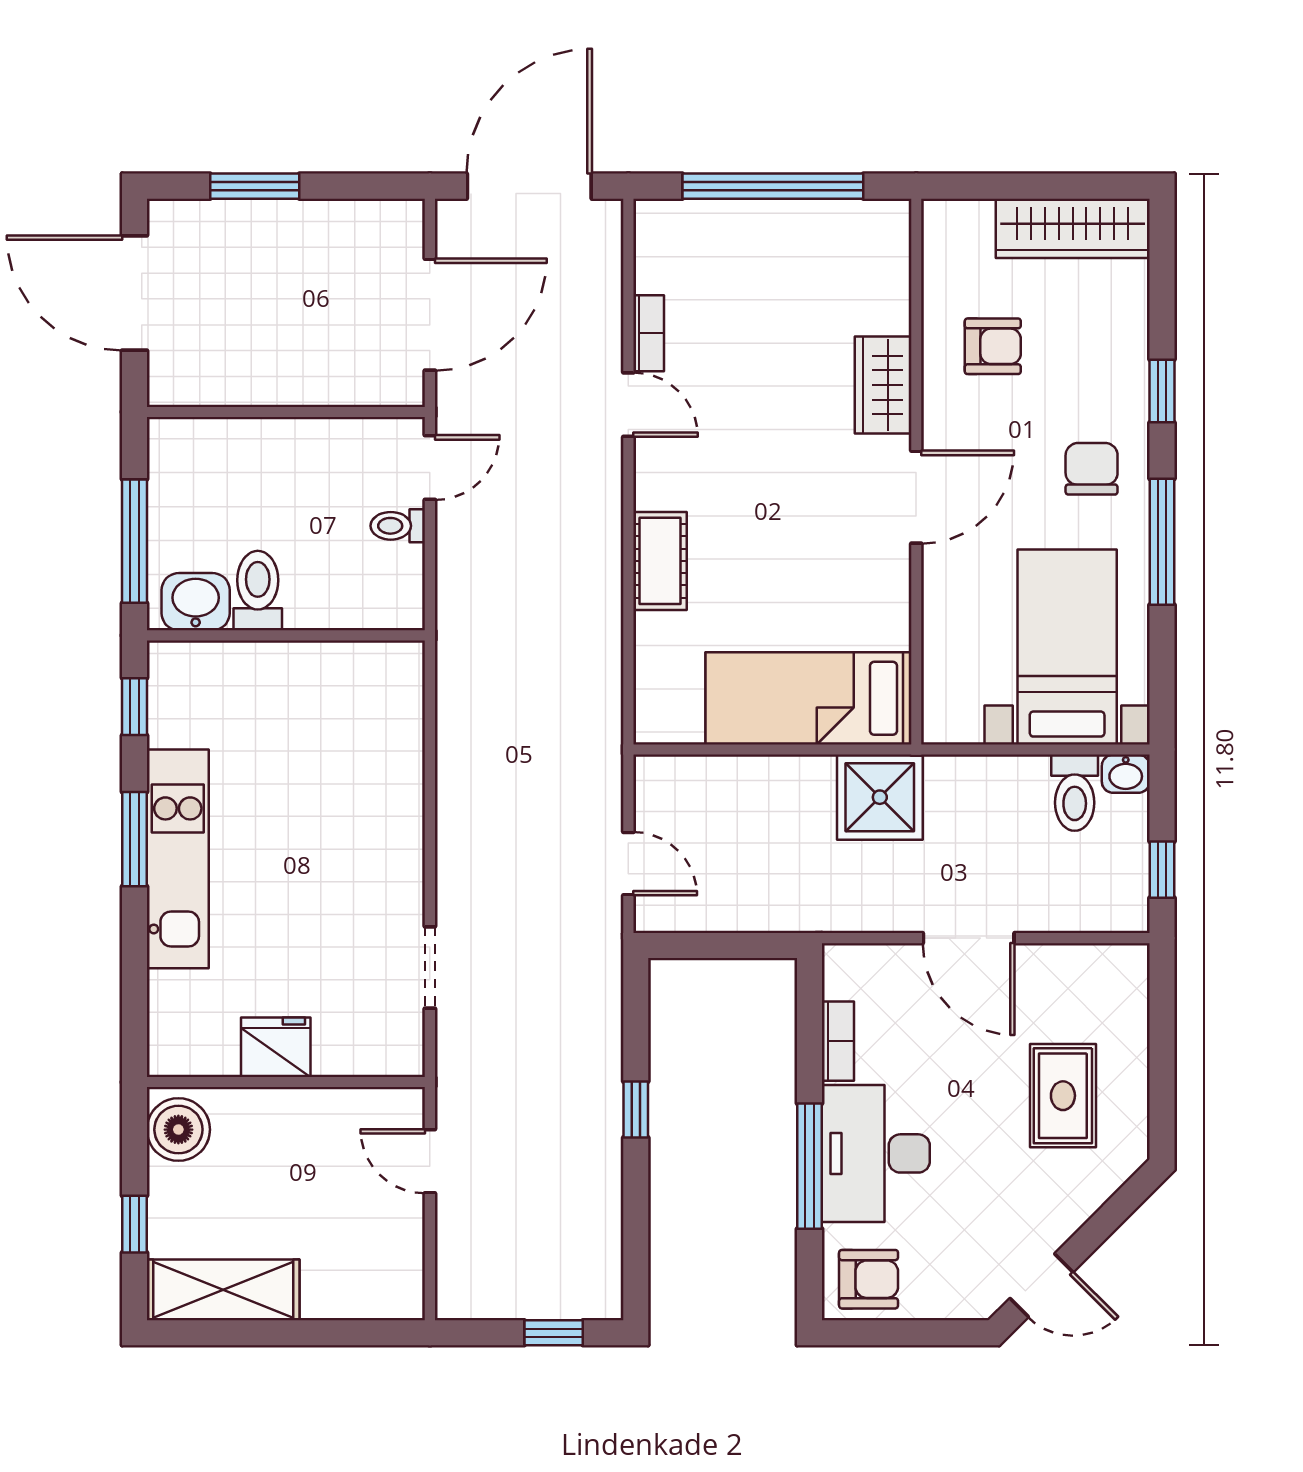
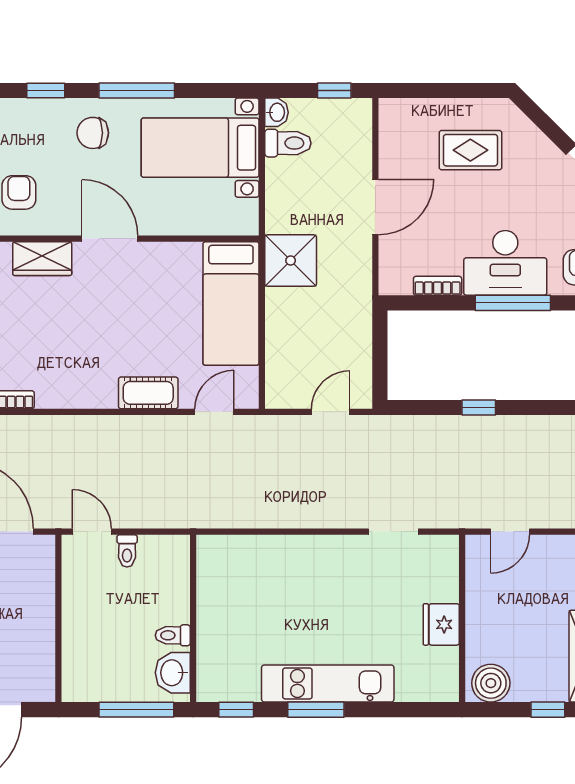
door: (628, 405) -> (214, 412), moved
toilet: (258, 591) -> (173, 635), width x0.73, depth x0.72

